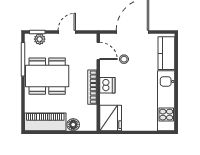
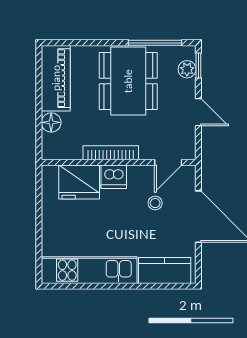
fridge: (111, 118) -> (79, 182), moved

